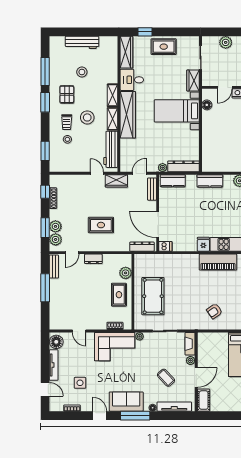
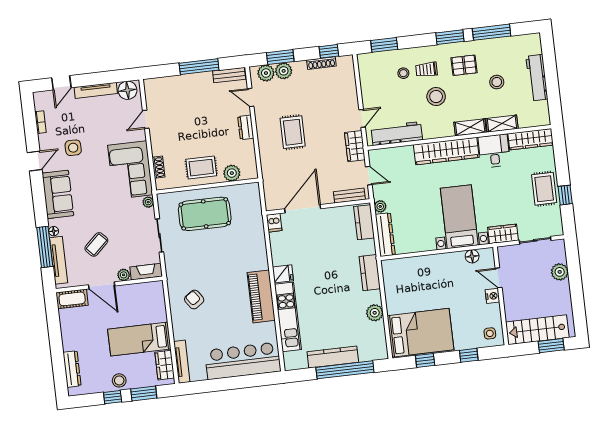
window: (145, 32) -> (565, 195), moved
shelving: (113, 119) -> (502, 124), moved
dresser: (142, 247) -> (270, 191), removed
side table: (80, 383) -> (73, 148), moved
window: (135, 416) -> (45, 247), moved

